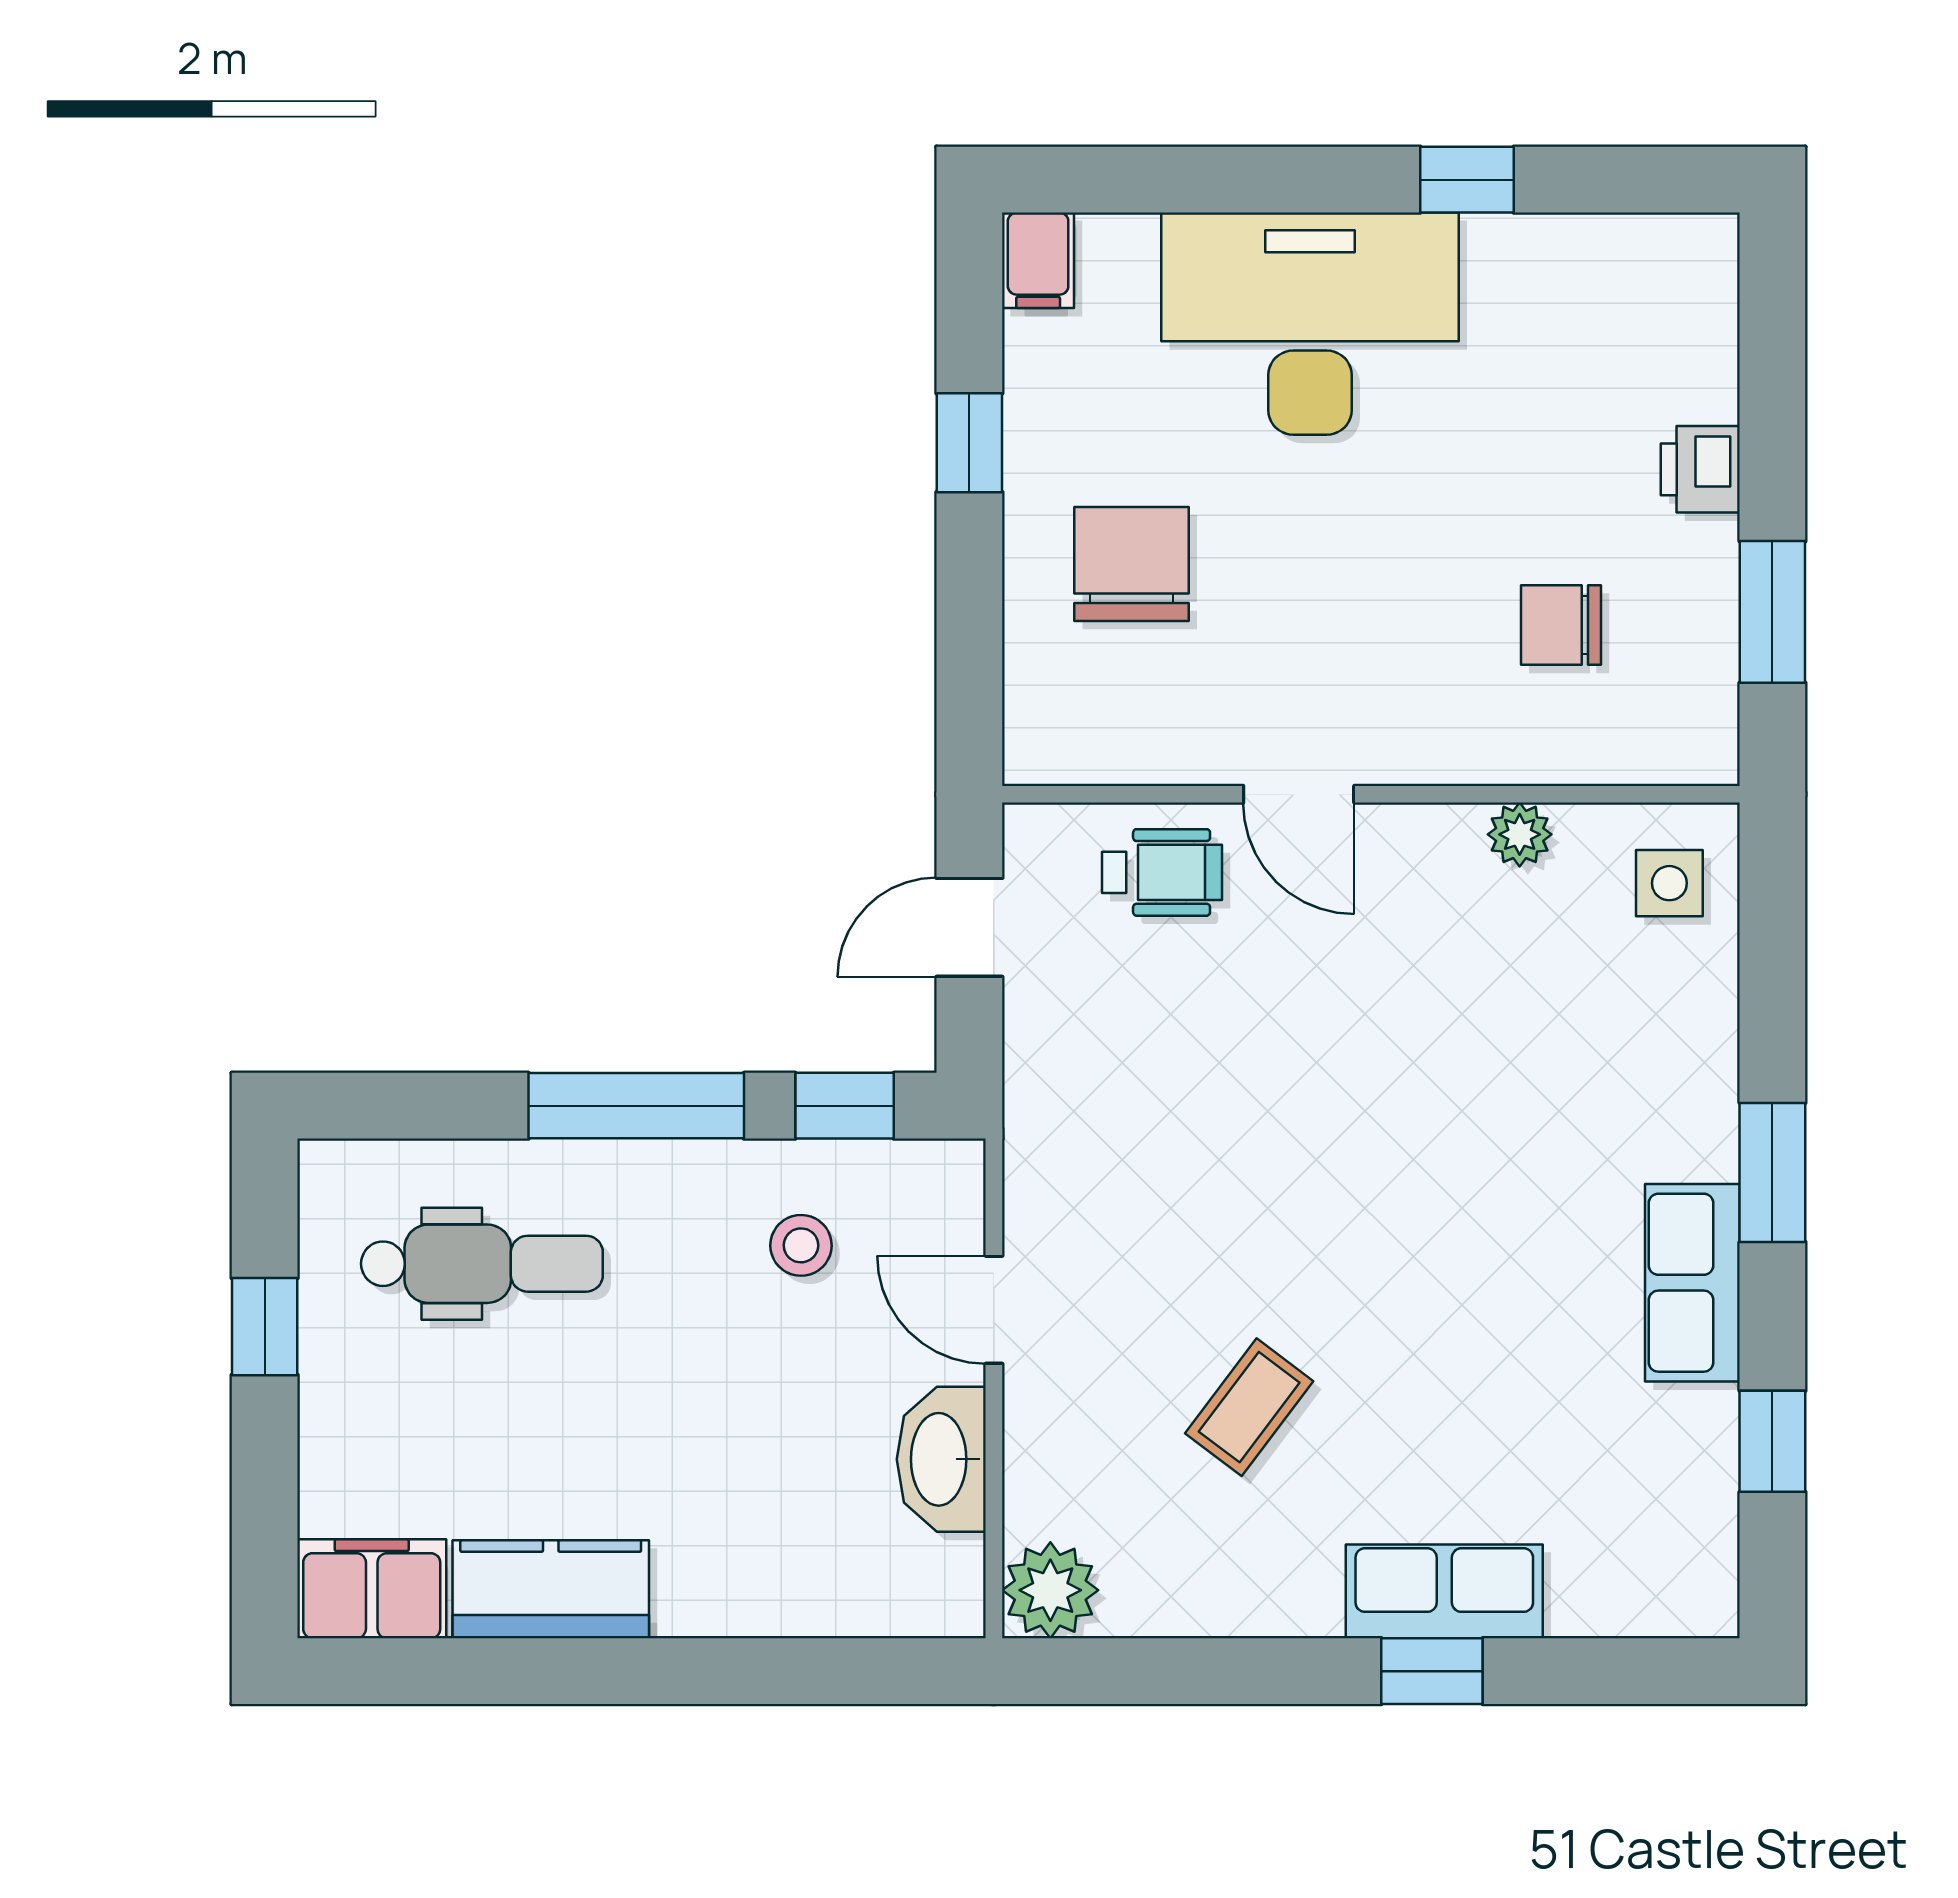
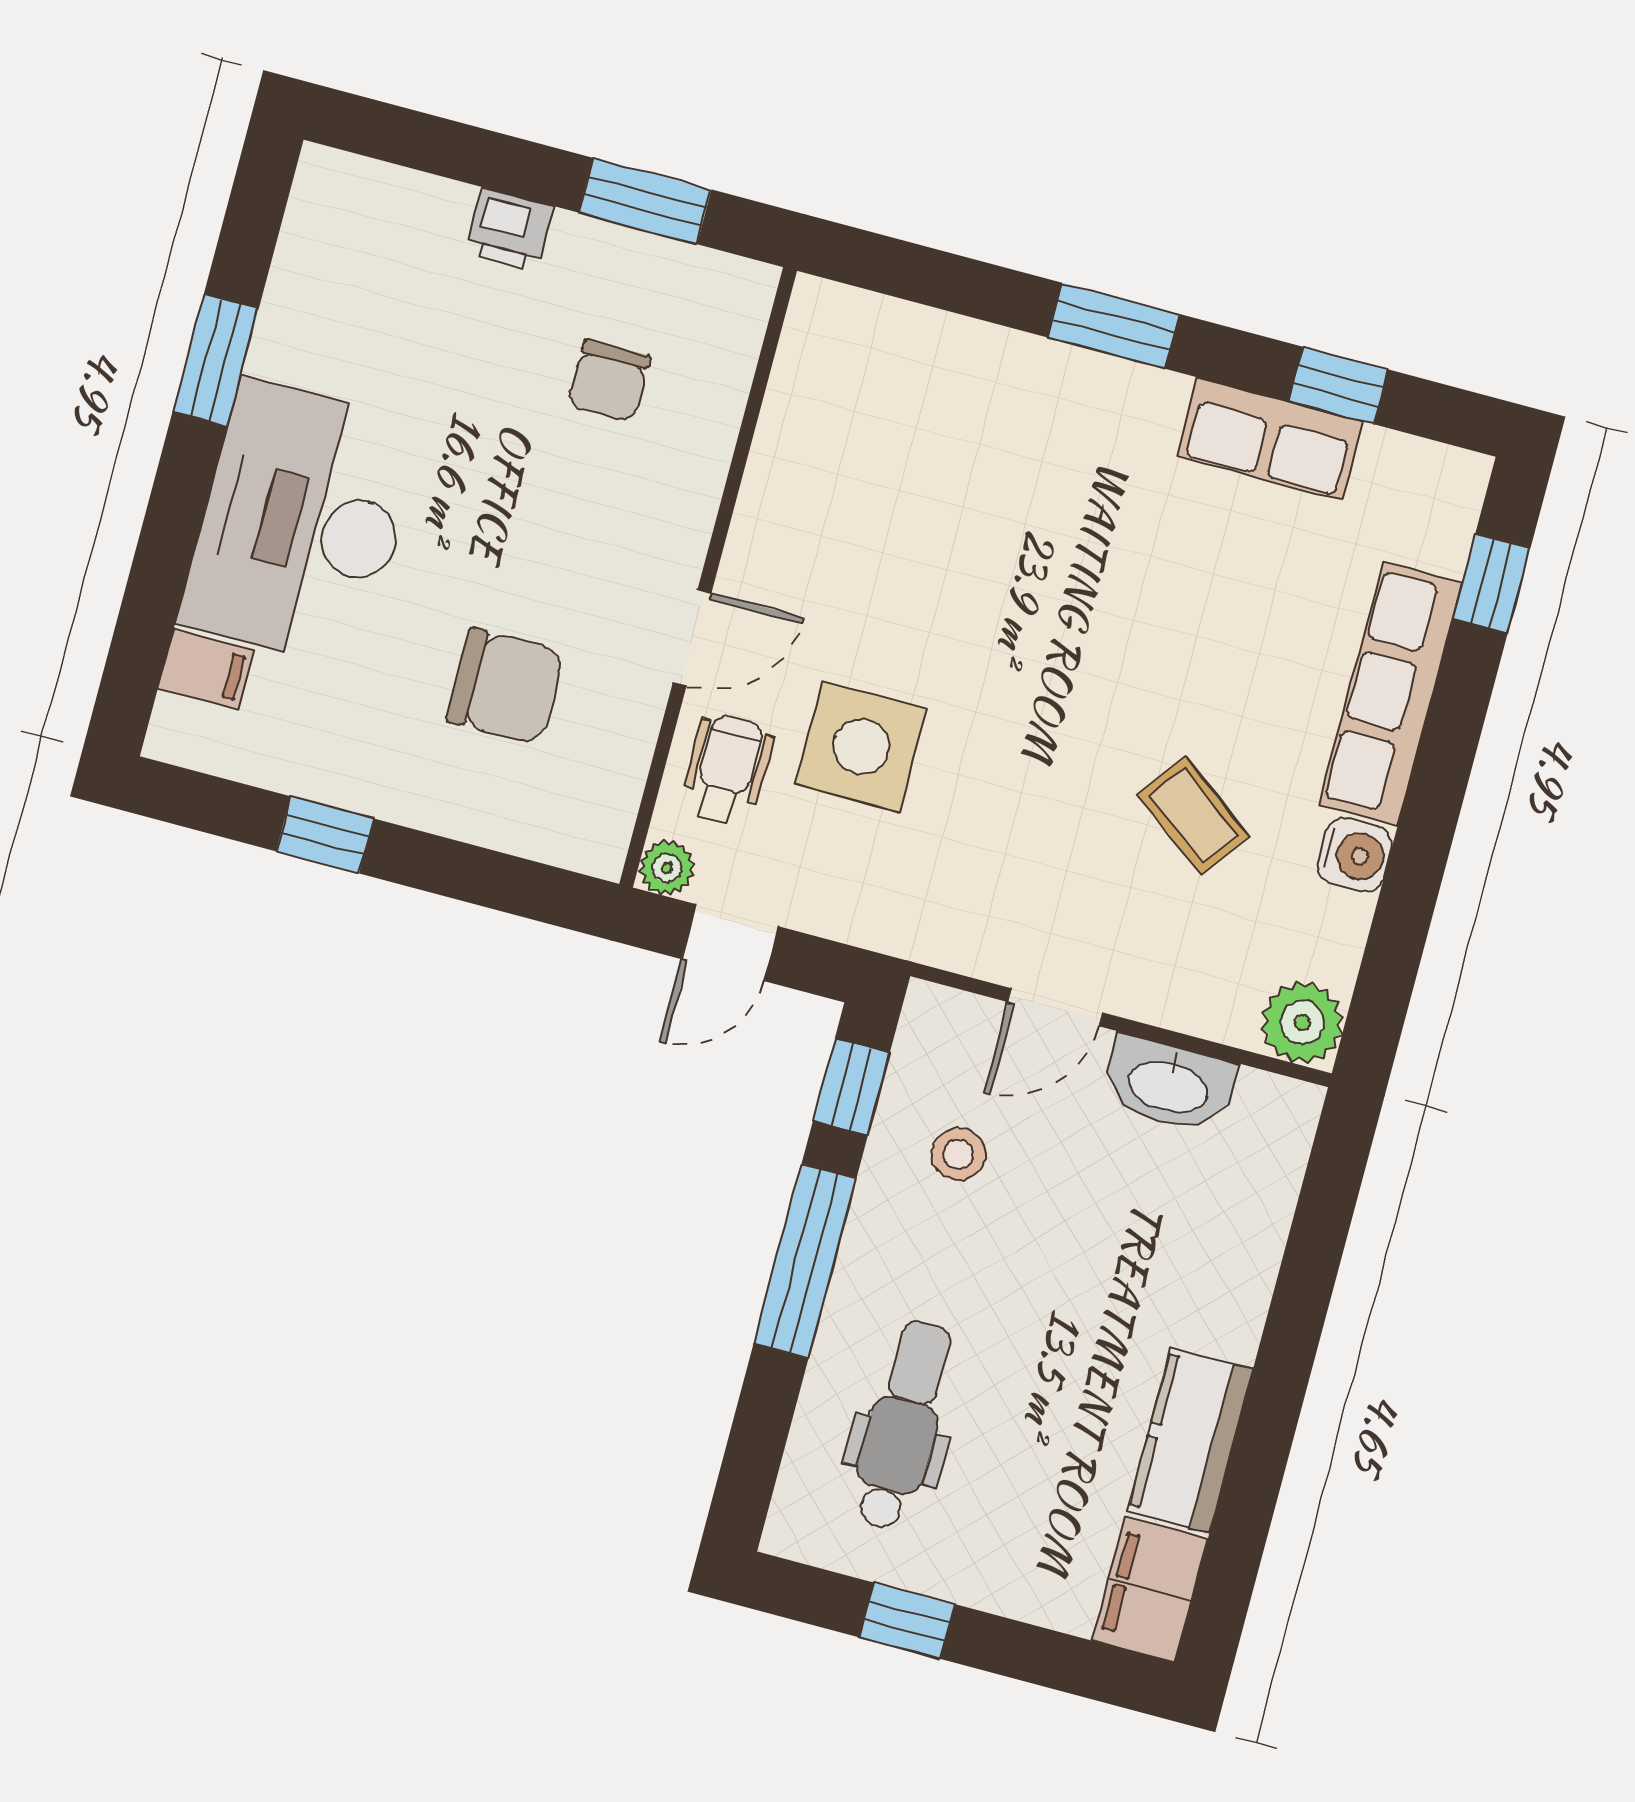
window: (1467, 180) -> (216, 360), width x1.50
filing cabinet: (1038, 260) -> (206, 669), moved
chair: (1132, 564) -> (505, 686), moved, turned 180
plant: (1520, 834) -> (667, 868), moved
side table: (1669, 883) -> (861, 747), moved, width x1.87, depth x1.87
door: (969, 927) -> (730, 943), hinge flipped
row of seats: (1692, 1283) -> (1270, 439), moved
row of seats: (1444, 1591) -> (1391, 693), width x1.48
water cooler: (1253, 1599) -> (1355, 855), added
window: (1432, 1671) -> (1492, 583), moved

